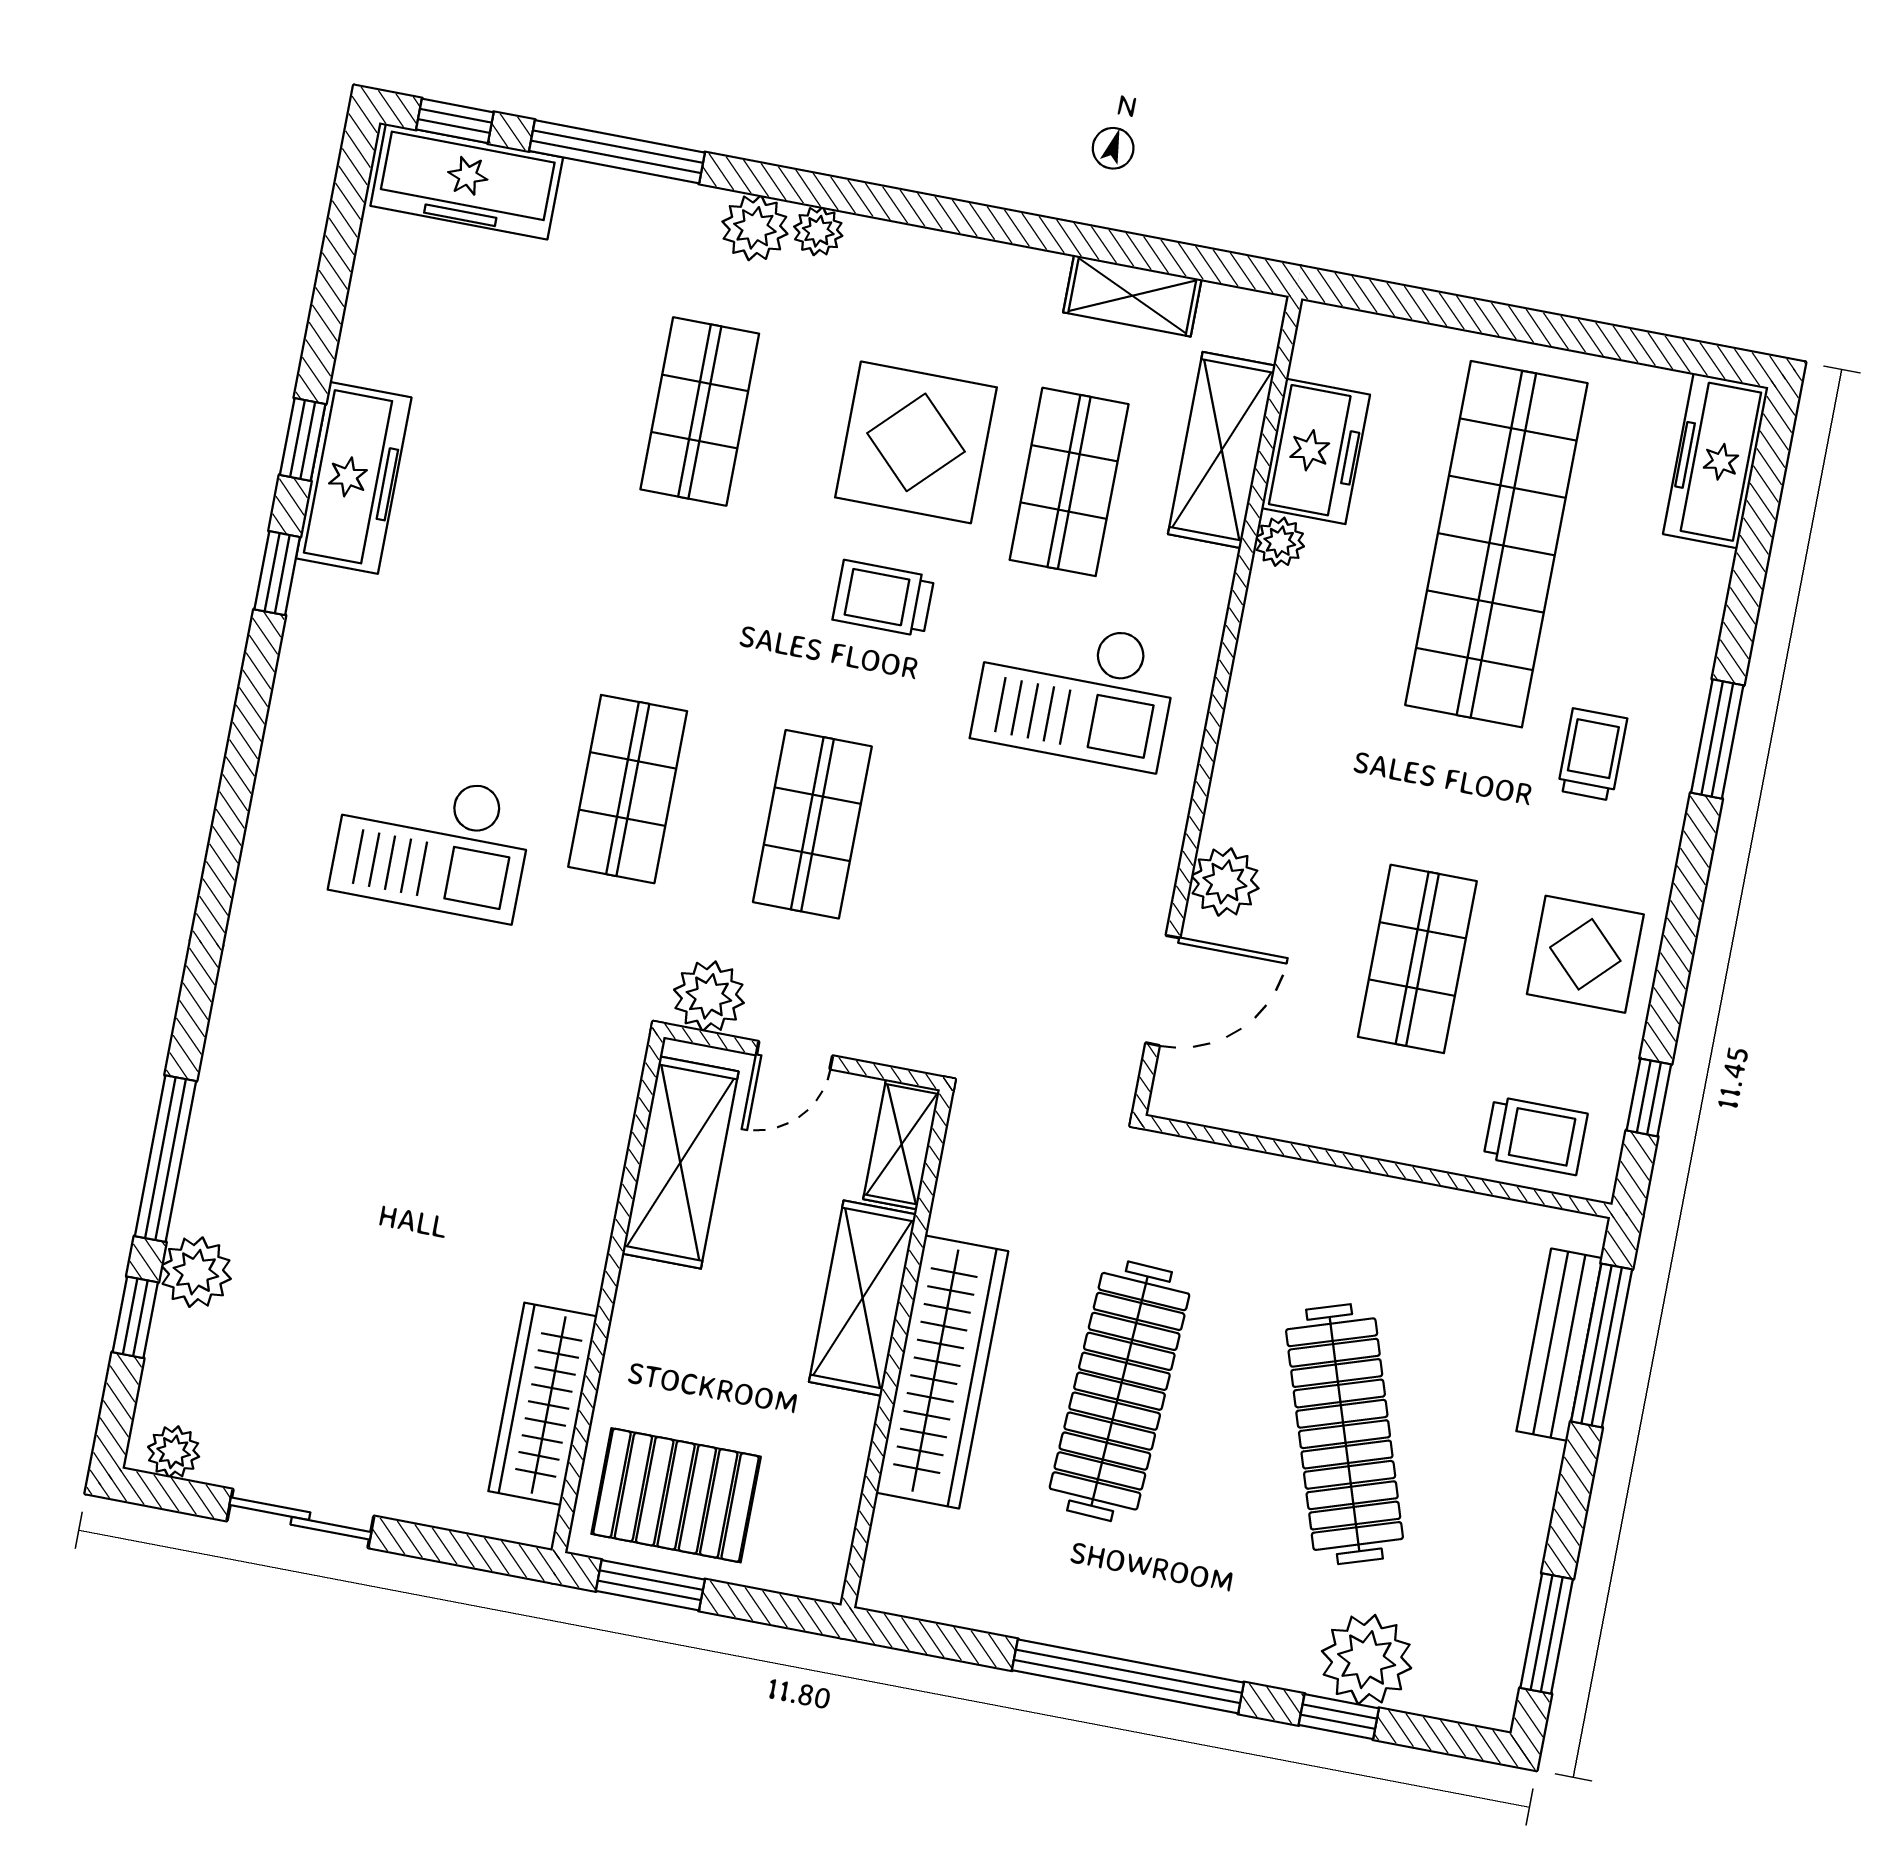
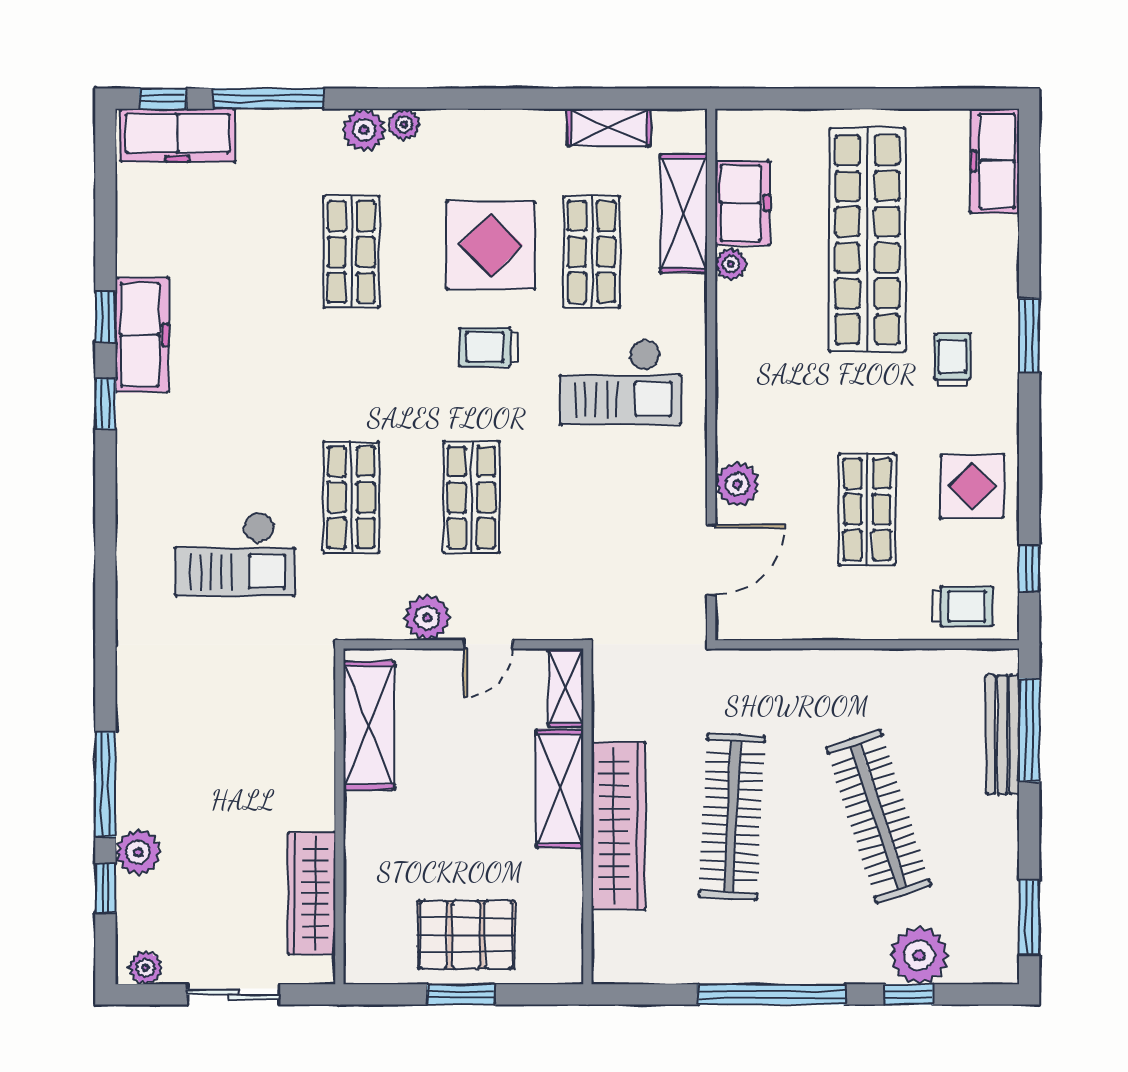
shelving: (680, 1163) -> (369, 725), moved
wall: (608, 1294) -> (339, 816), moved
wardrobe: (543, 1404) -> (312, 893), moved

